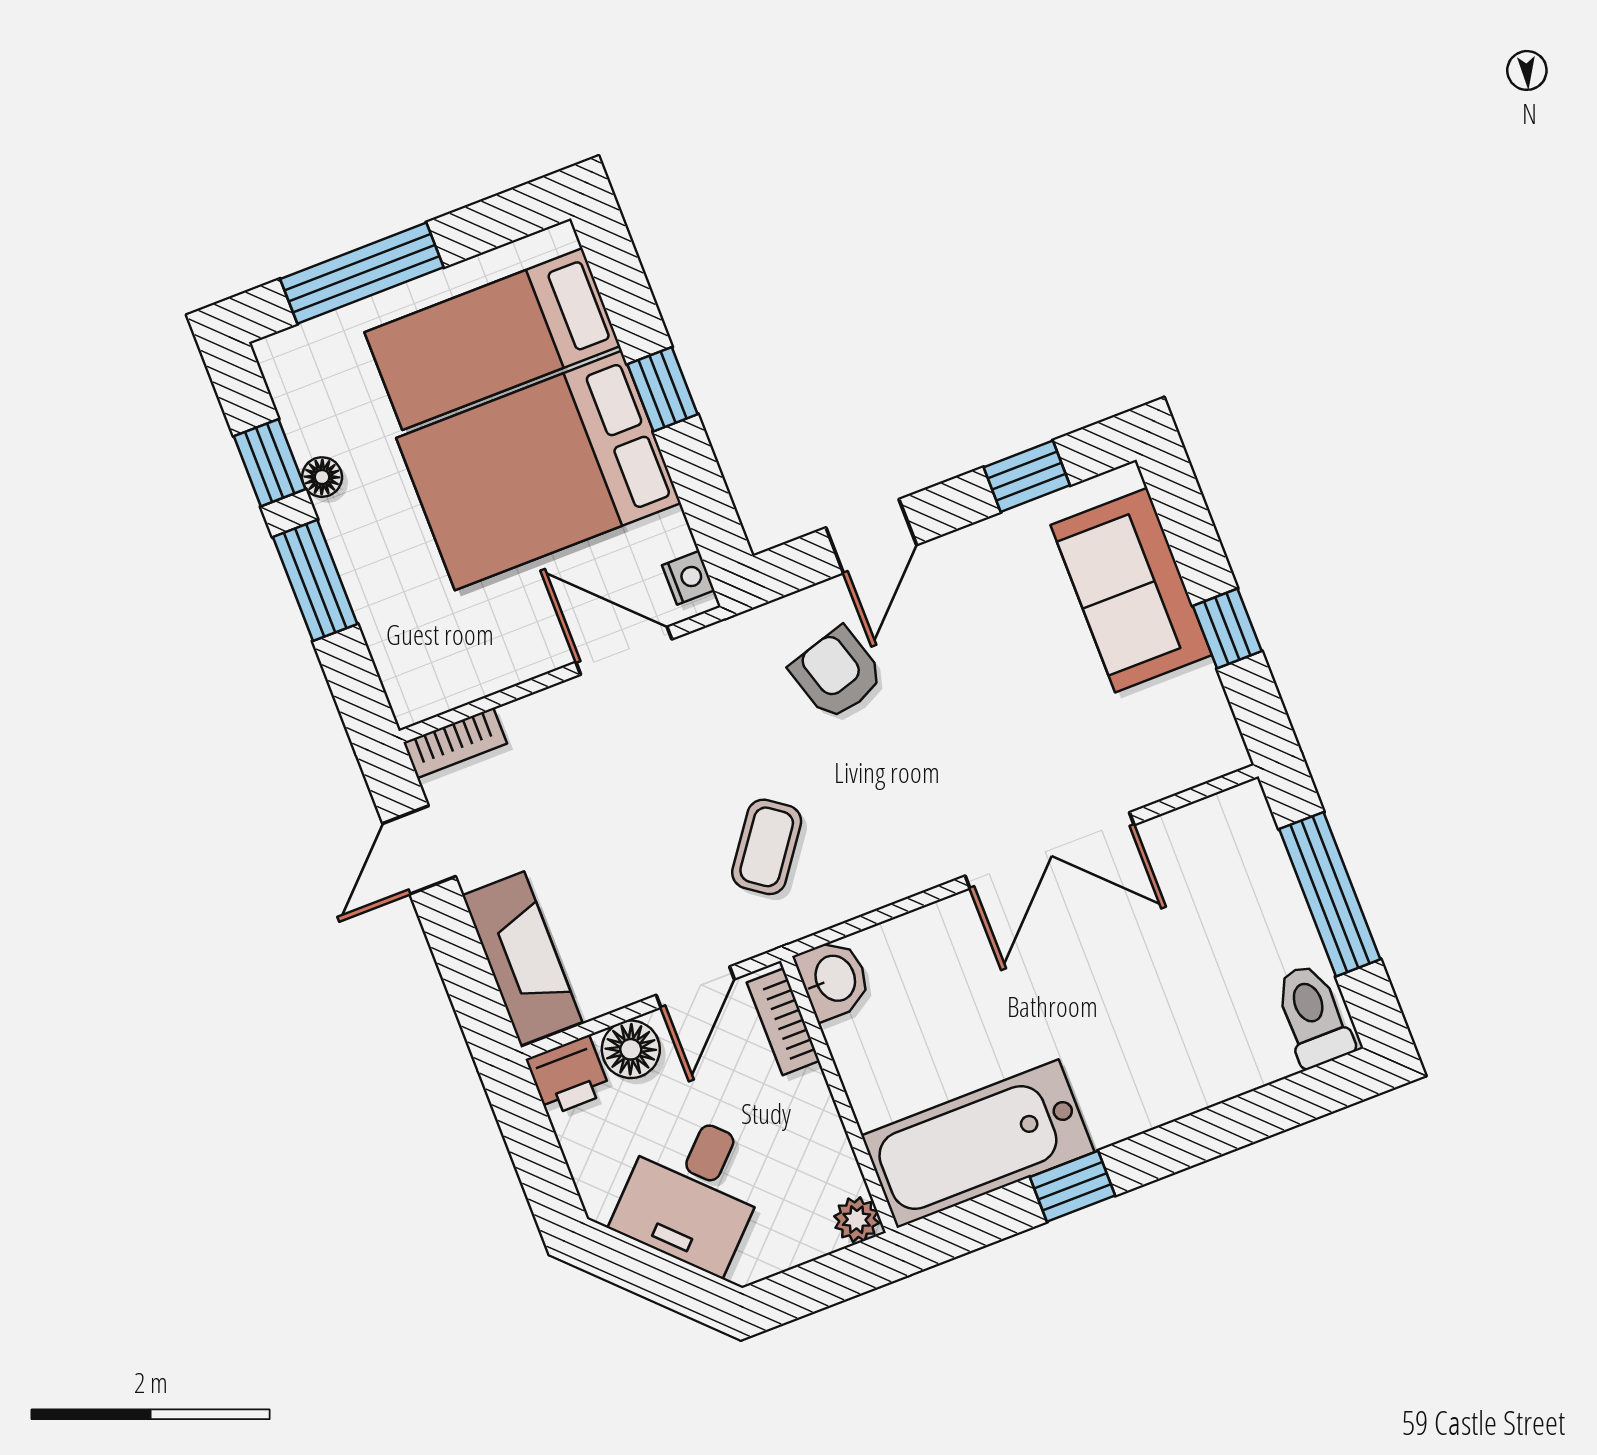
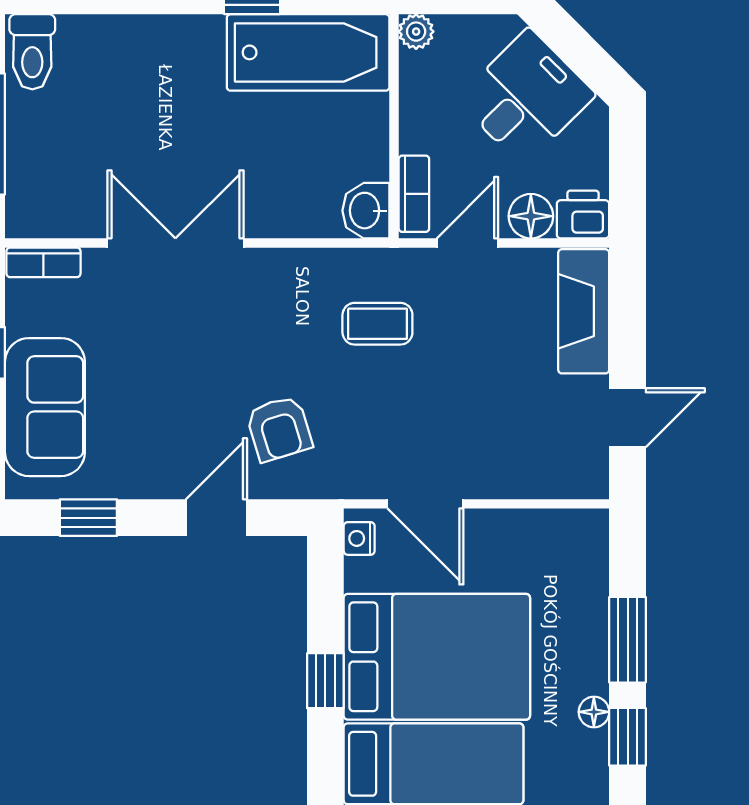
bookcase: (455, 743) -> (43, 262), moved, turned 180
coffee table: (767, 847) -> (377, 324), turned 54

